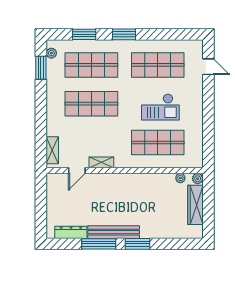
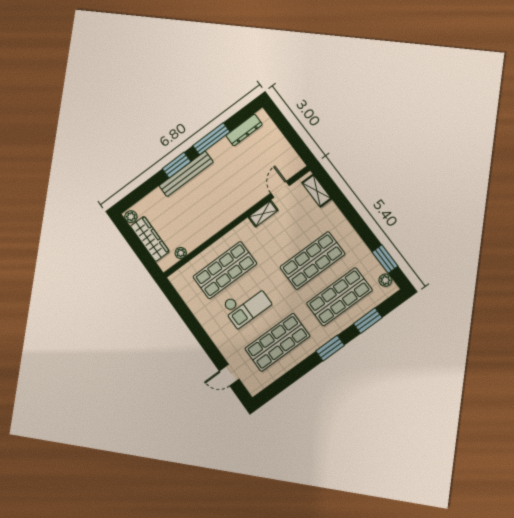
checkout: (160, 107) -> (246, 305), turned 180
plant: (198, 179) -> (131, 217), moved
bench: (114, 232) -> (186, 174), moved

